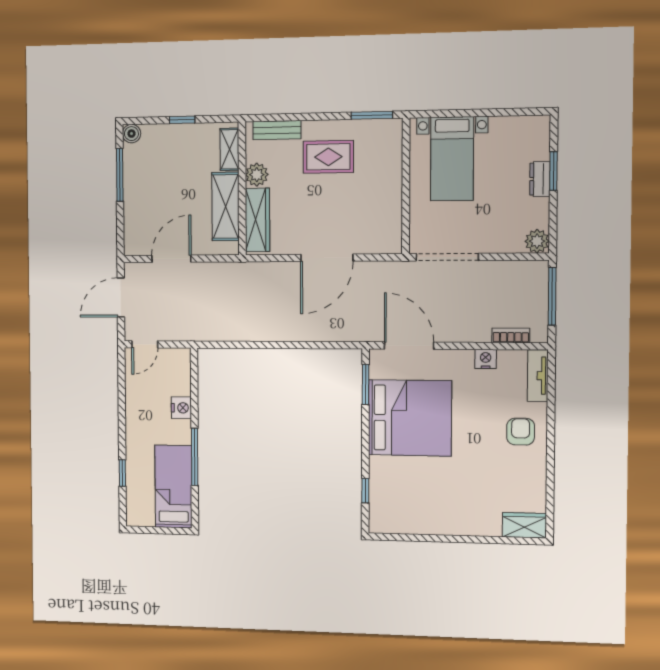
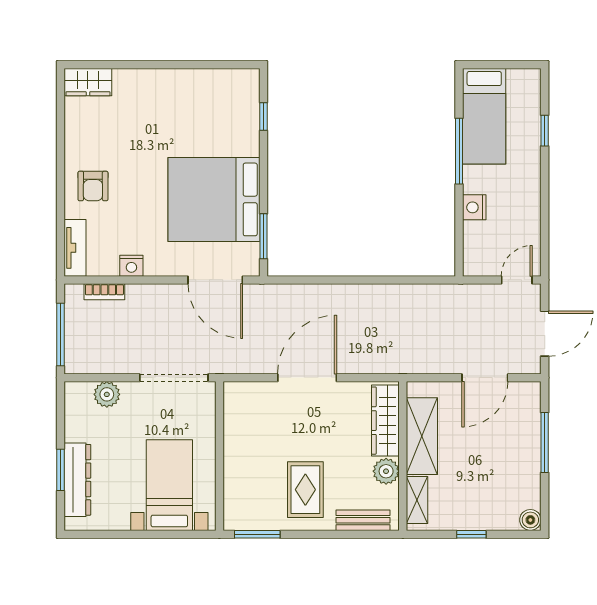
rug: (328, 157) -> (305, 490), turned 90
window: (120, 175) -> (545, 443), moved
dresser: (540, 179) -> (77, 480), width x1.96, depth x1.24
plant: (537, 241) -> (107, 394), moved

